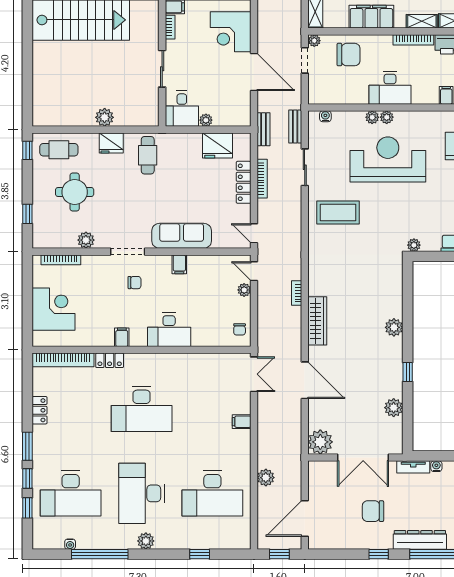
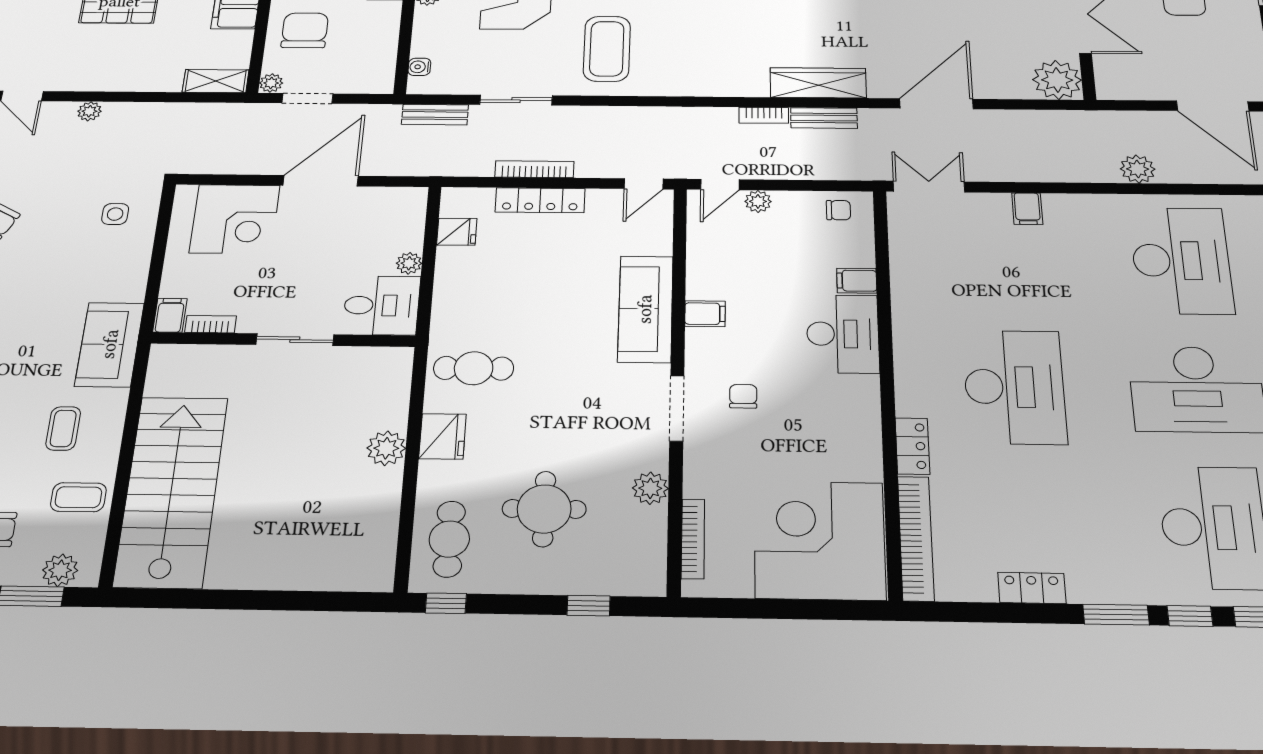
bench: (263, 129) -> (824, 118), moved
fridge: (218, 145) -> (457, 232), width x0.53, depth x0.75
corner desk: (54, 309) -> (820, 540), width x1.36, depth x1.36
filing cabinet: (122, 337) -> (857, 281), moved

